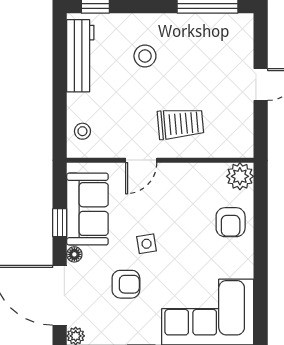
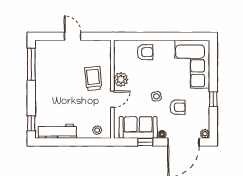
stool: (145, 56) -> (58, 97), removed
door: (141, 160) -> (112, 99), hinge flipped
plant: (240, 176) -> (121, 79), moved
armchair: (126, 284) -> (178, 107), turned 90

